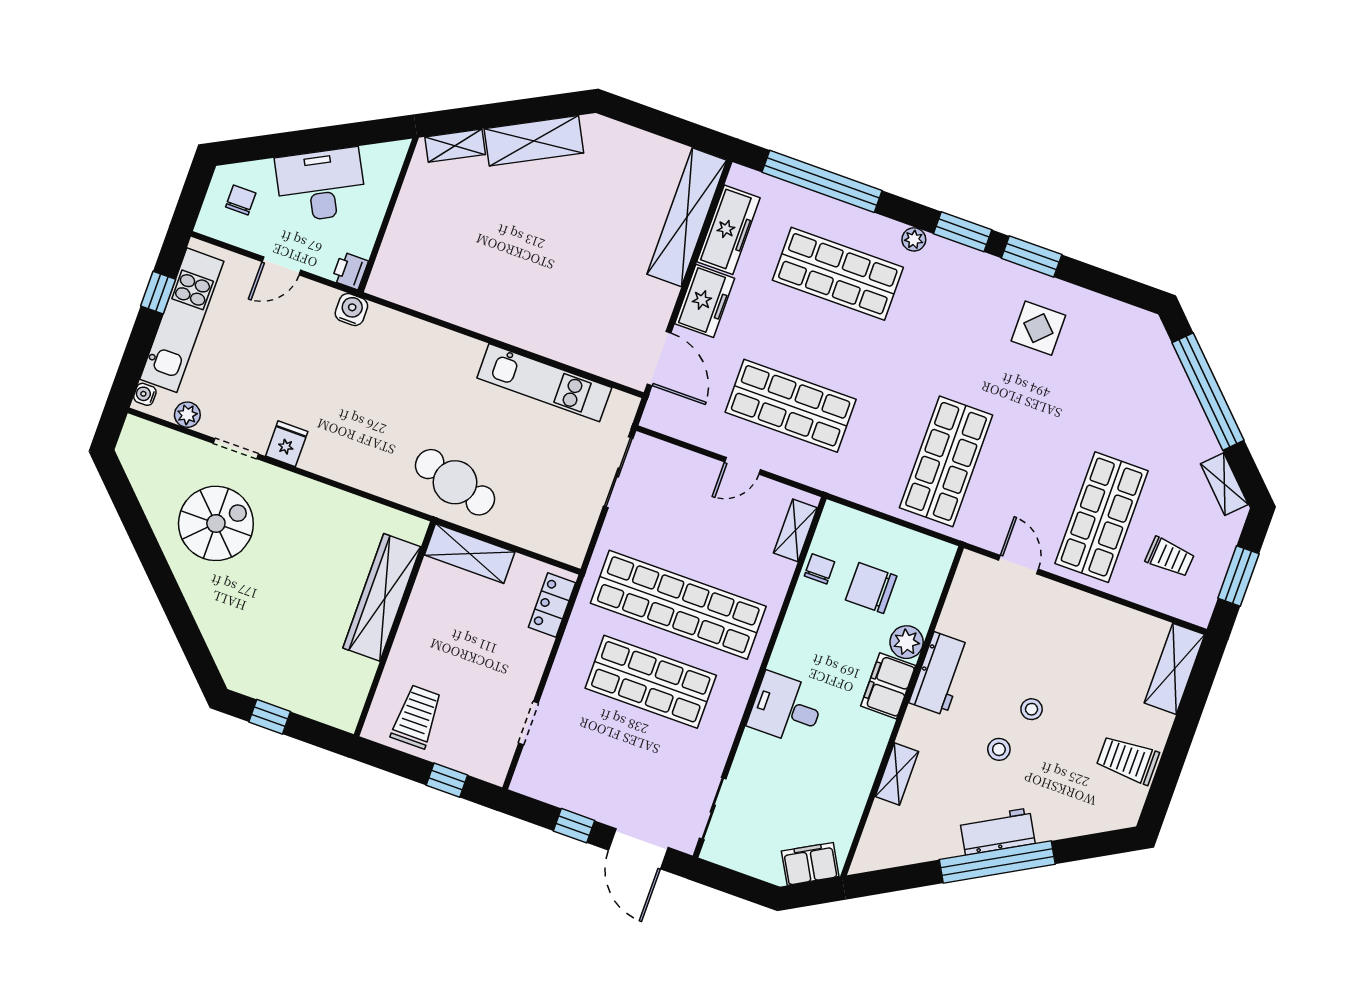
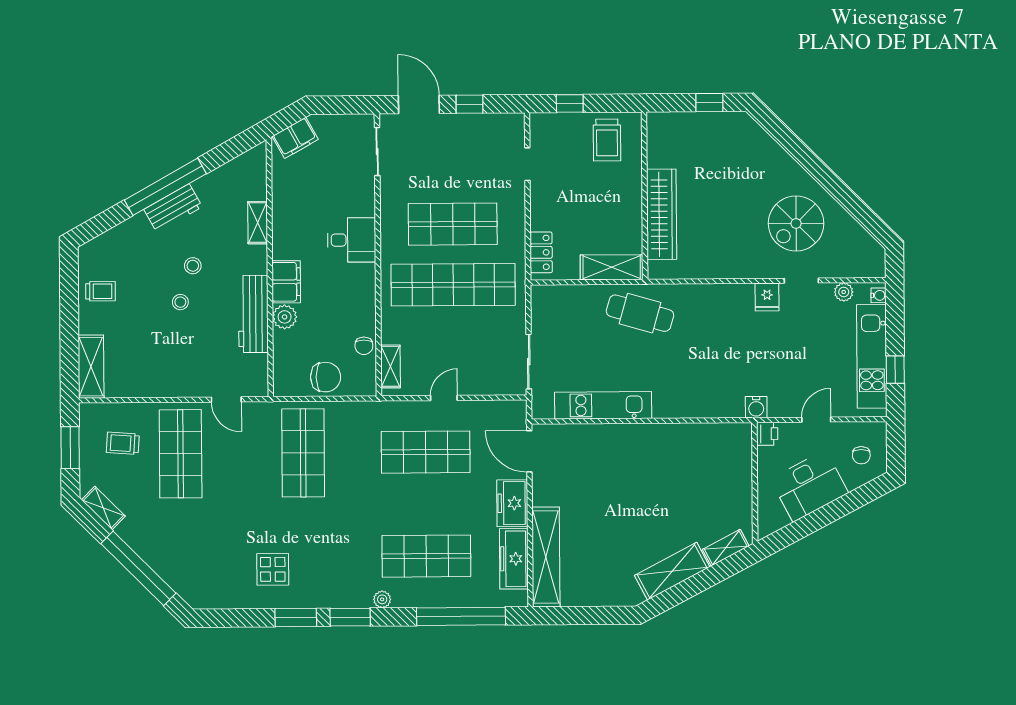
chair: (871, 588) -> (326, 377), moved
workbench: (940, 674) -> (253, 314), width x1.38
trolley: (1128, 760) -> (100, 291), width x0.73, depth x0.72

